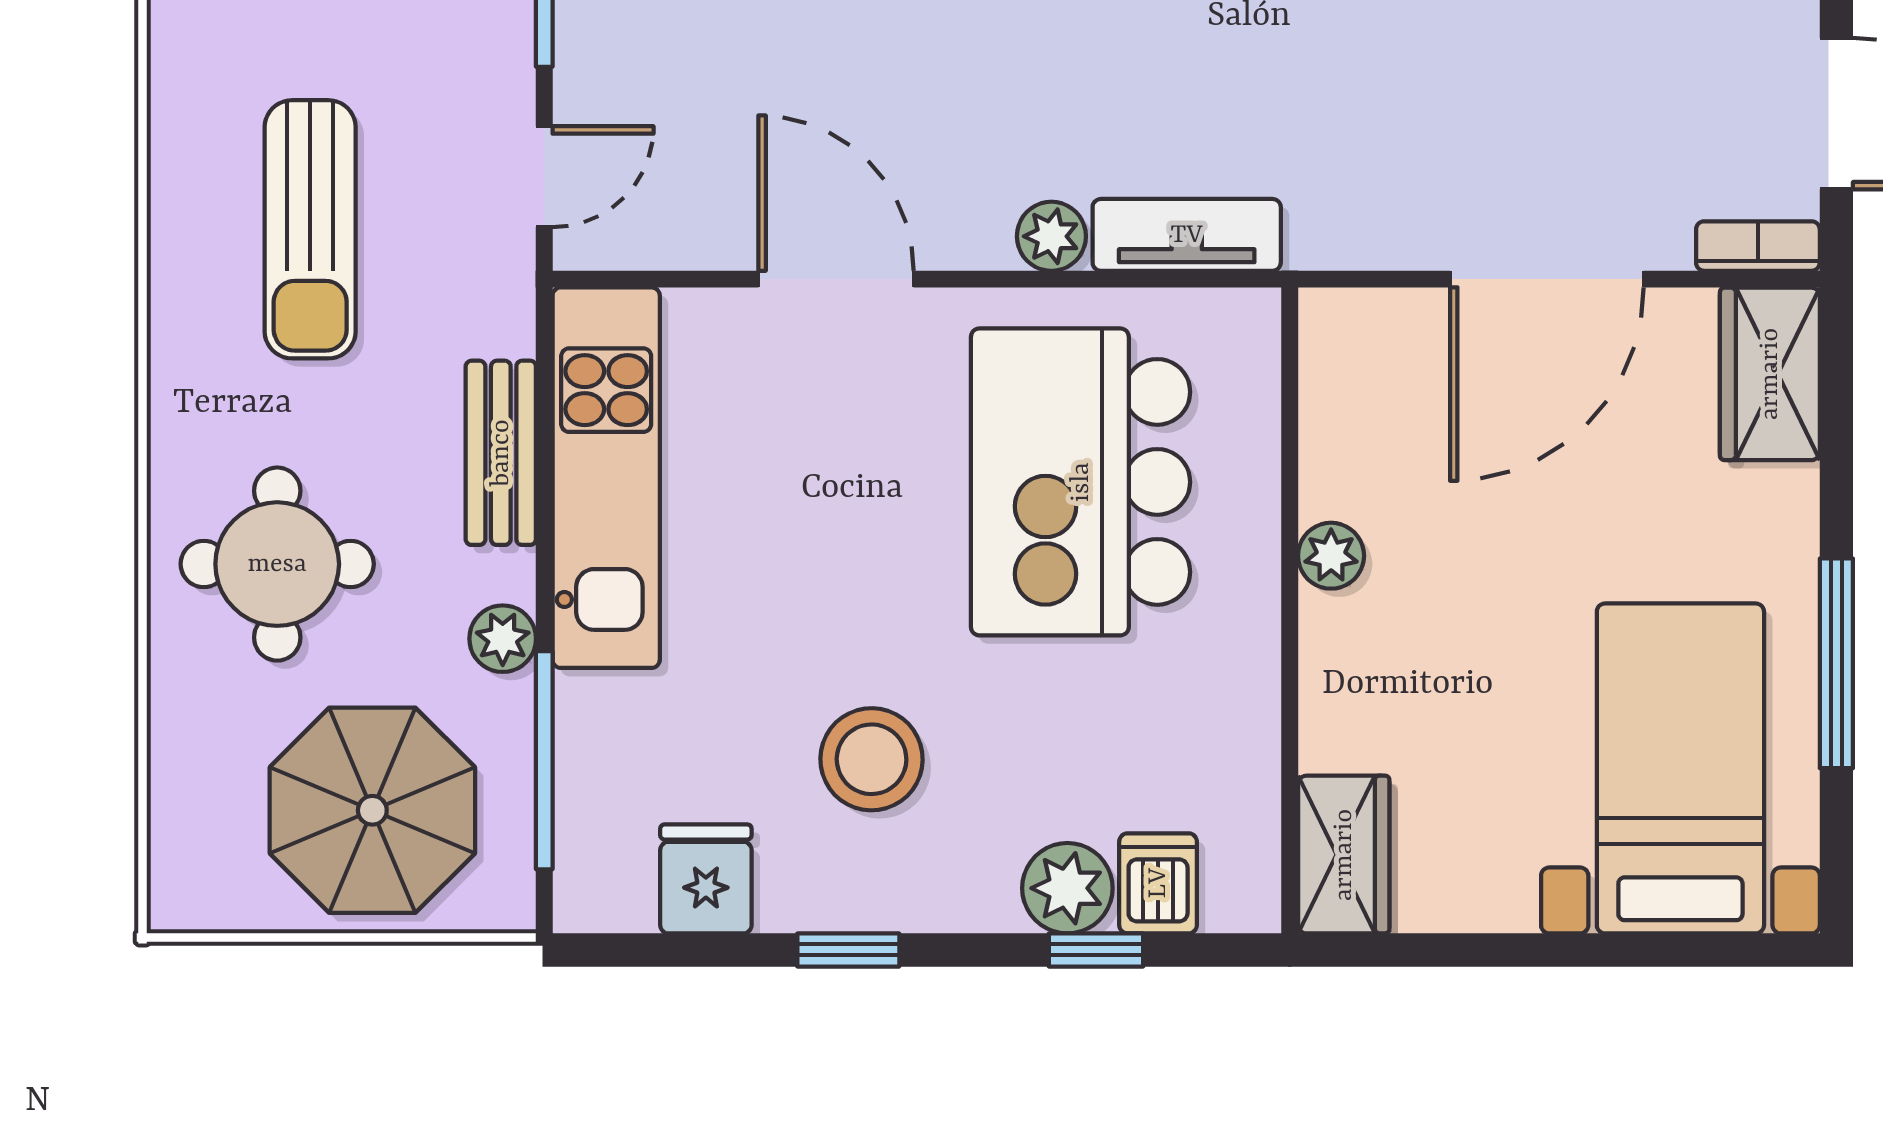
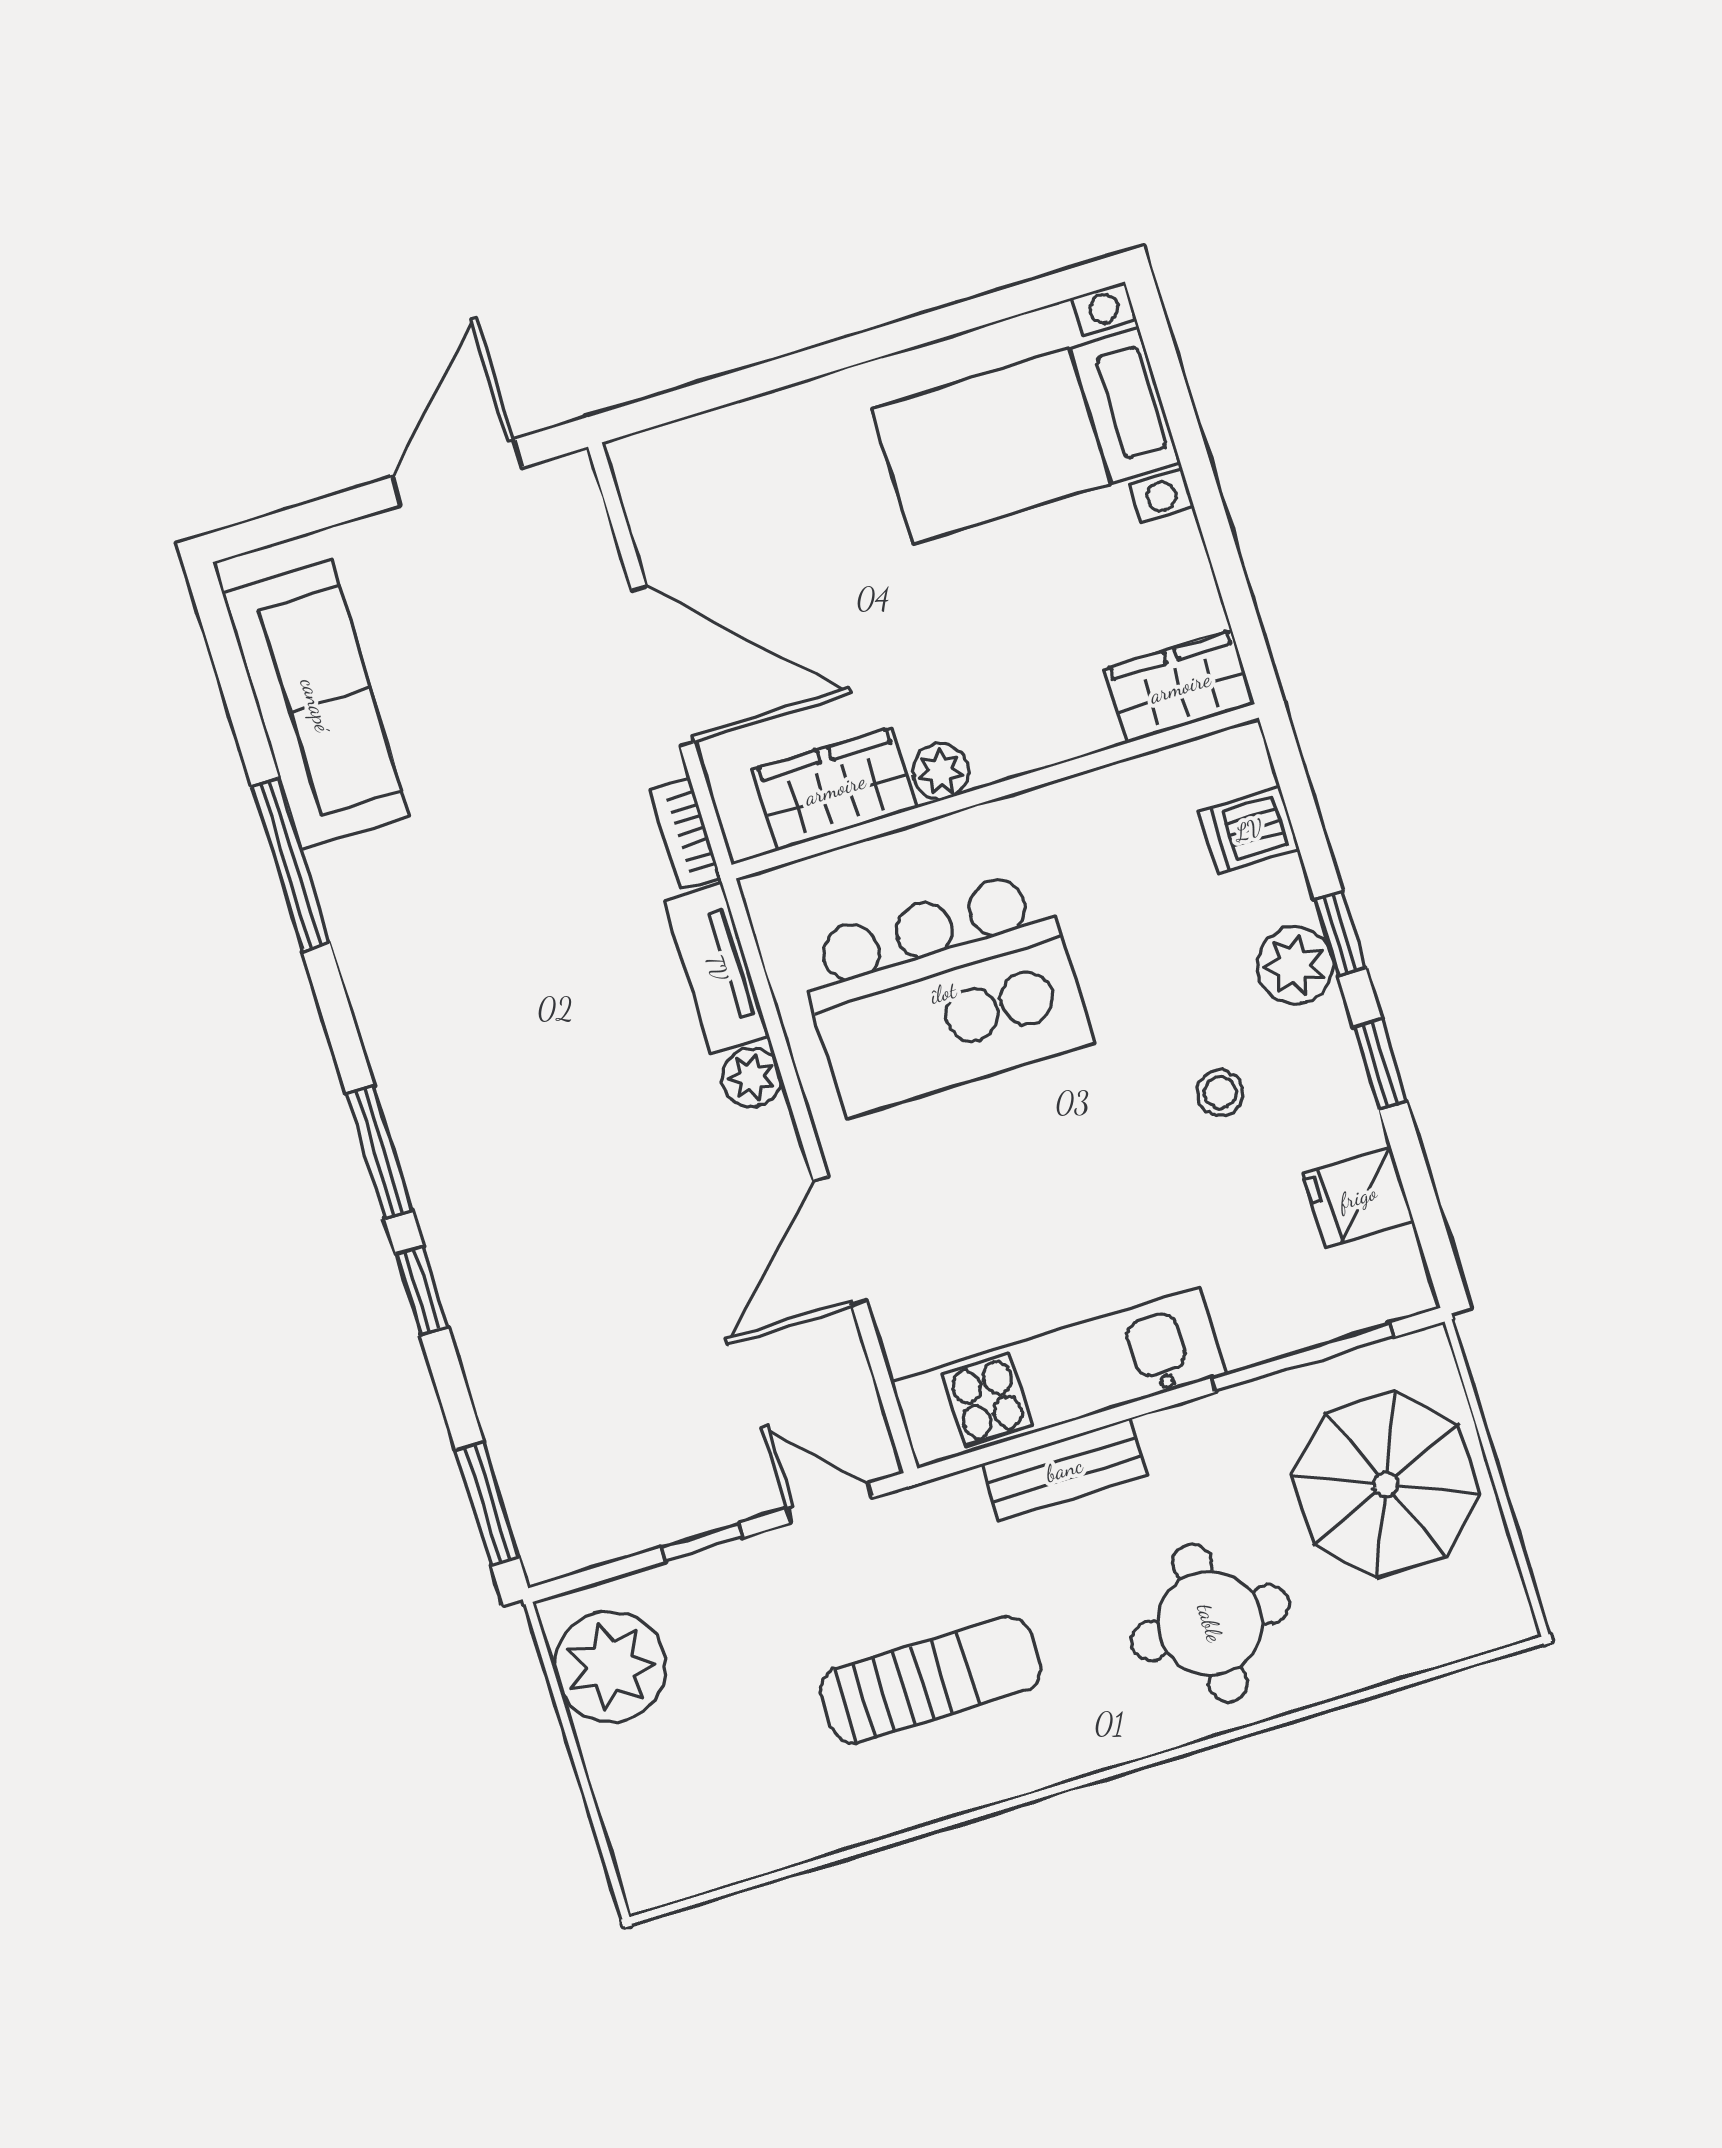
bookcase: (1758, 246) -> (685, 834), moved
wardrobe: (1770, 374) -> (835, 789), moved, turned 180
plant: (503, 639) -> (1214, 1422), removed
window: (1836, 663) -> (902, 335), removed
stool: (872, 759) -> (1220, 1093), width x0.53, depth x0.53
plant: (1067, 888) -> (1295, 965), moved
window: (1096, 950) -> (1340, 934), moved

